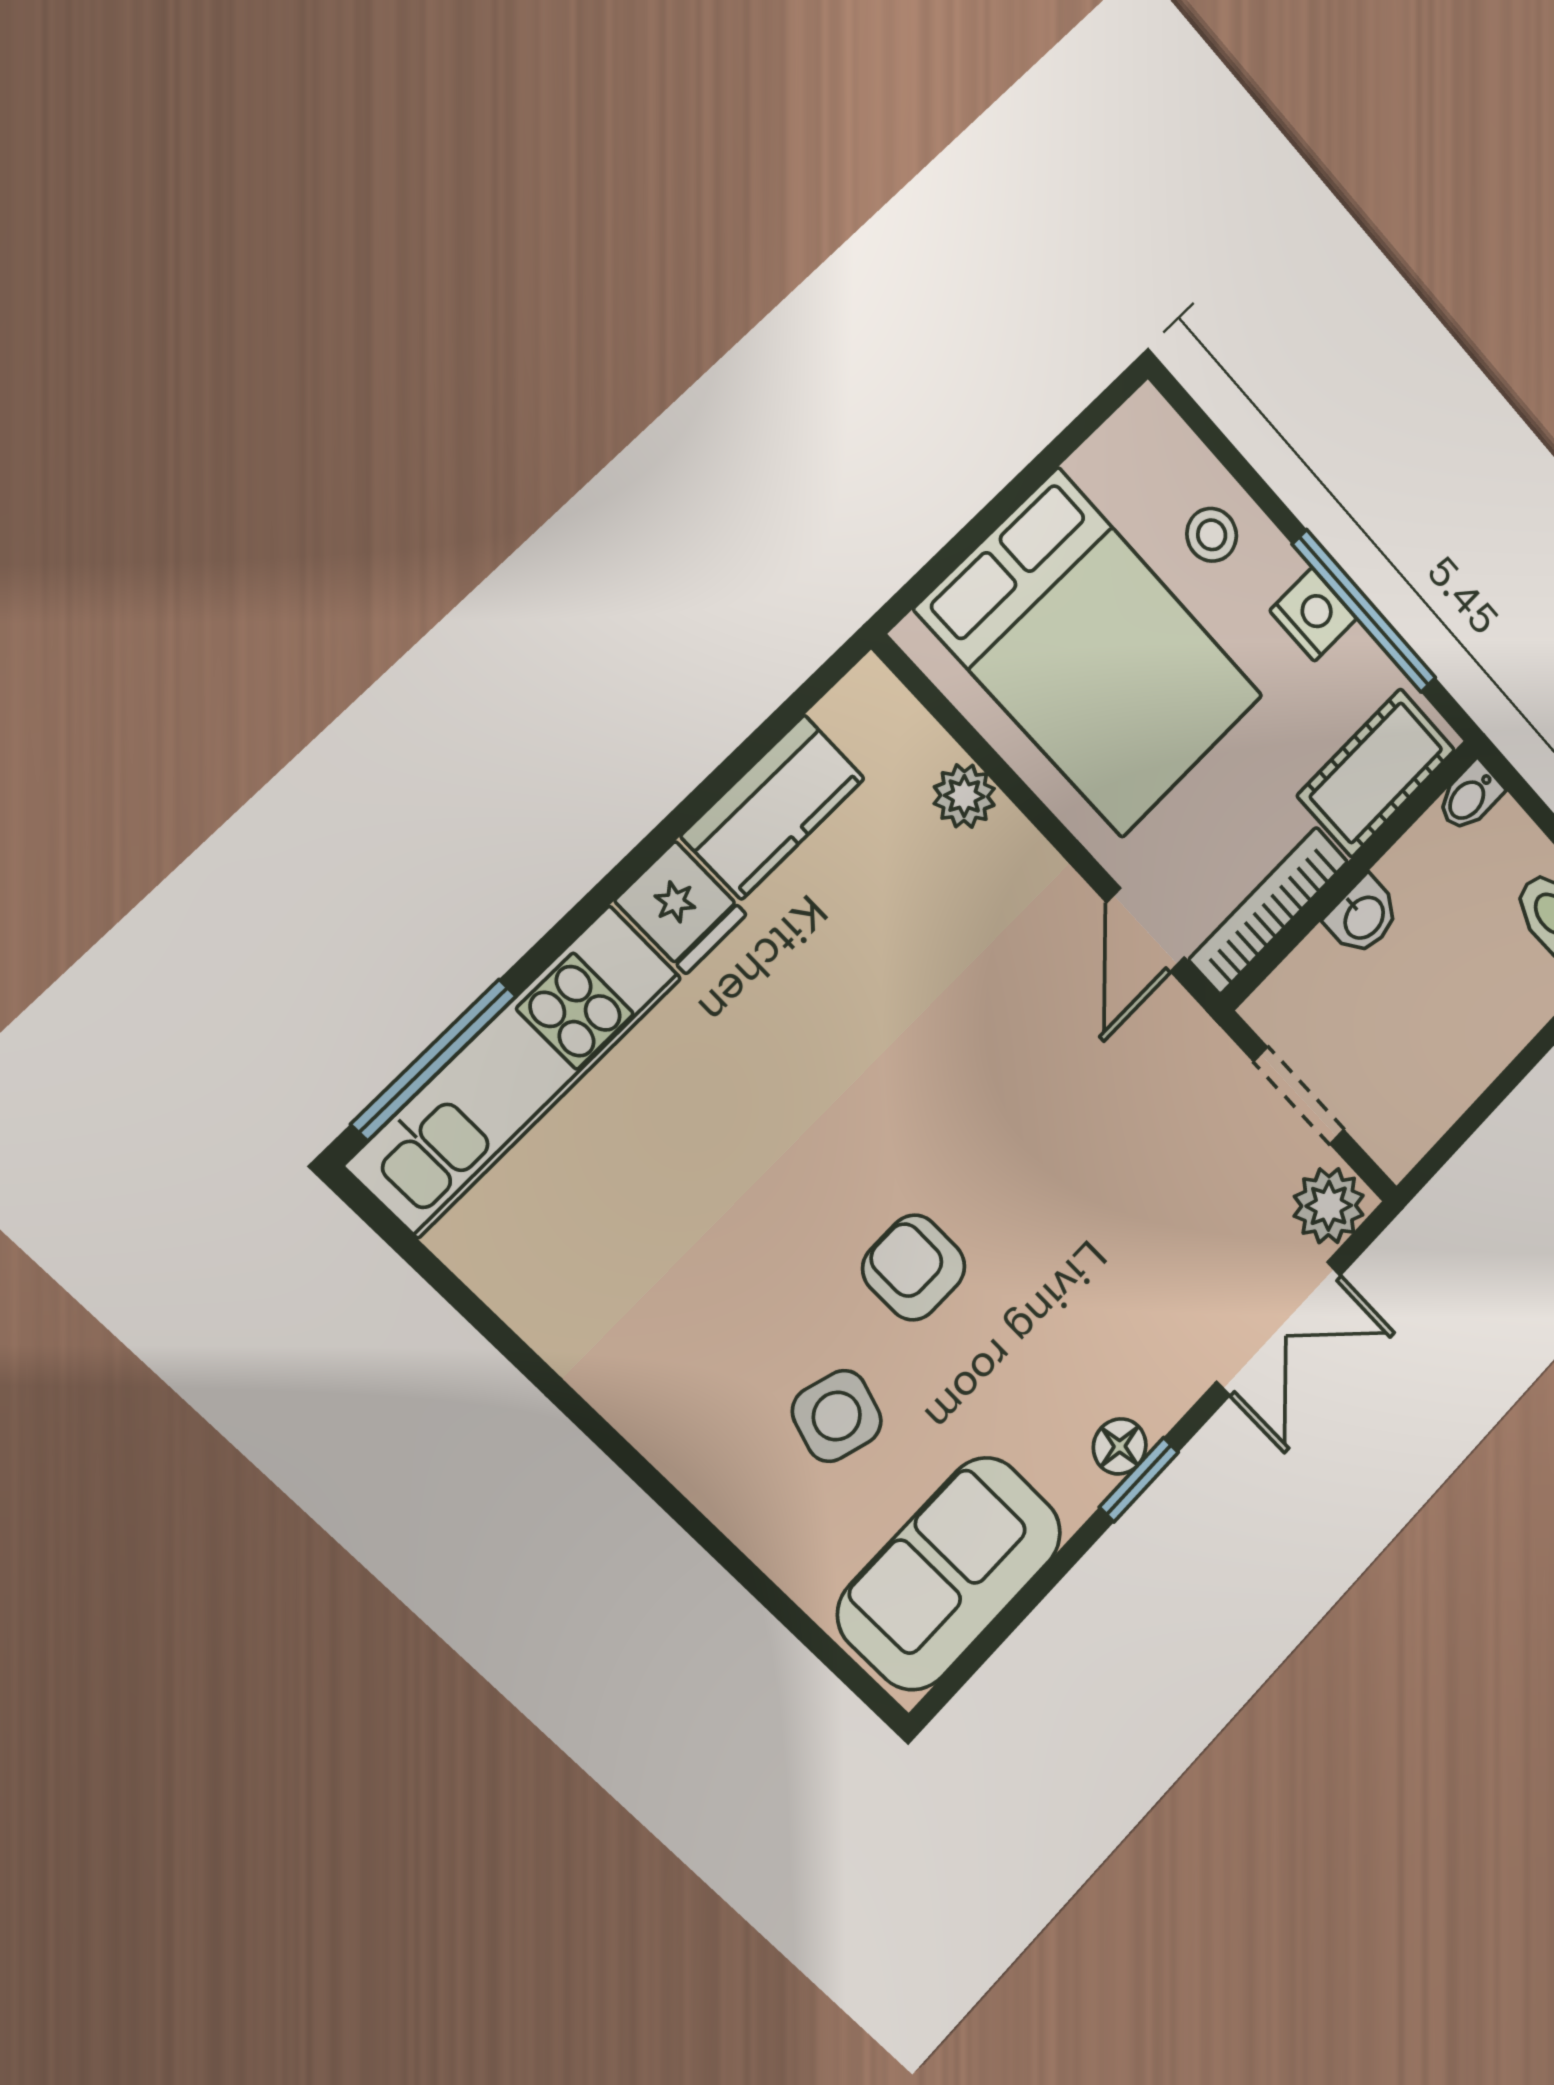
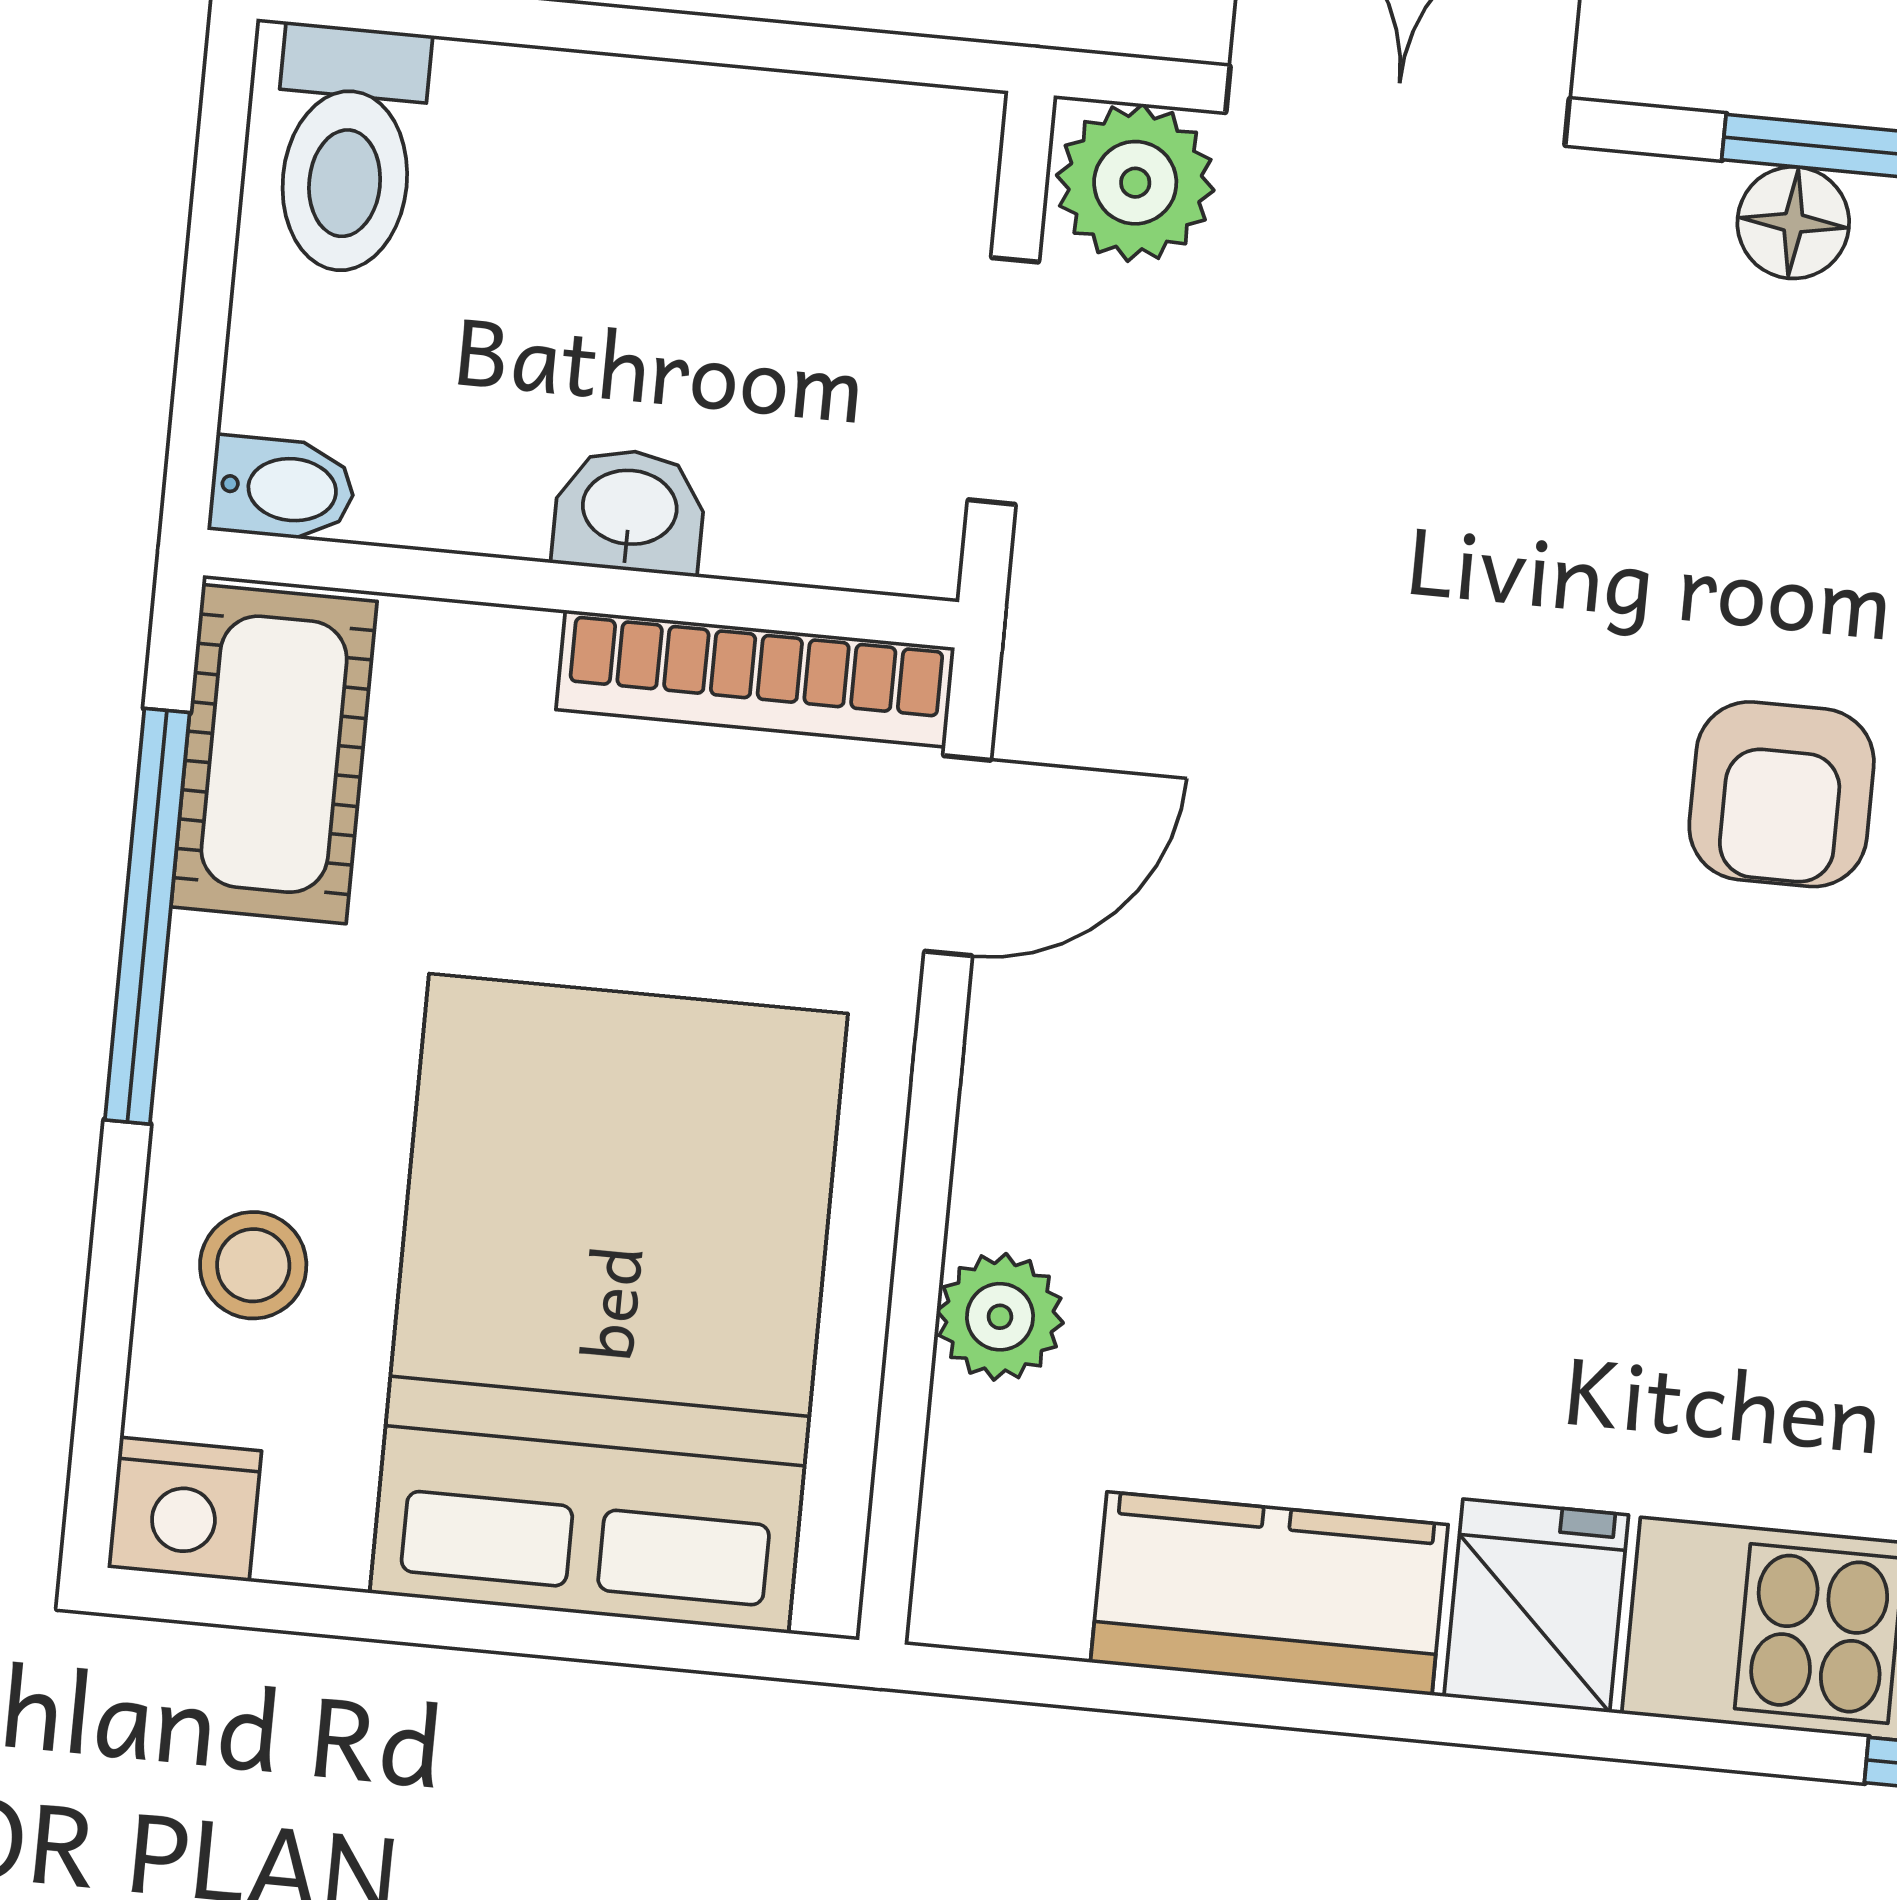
nightstand: (1313, 615) -> (184, 1509), moved, turned -90
cot: (1376, 773) -> (274, 754), moved, turned 90

